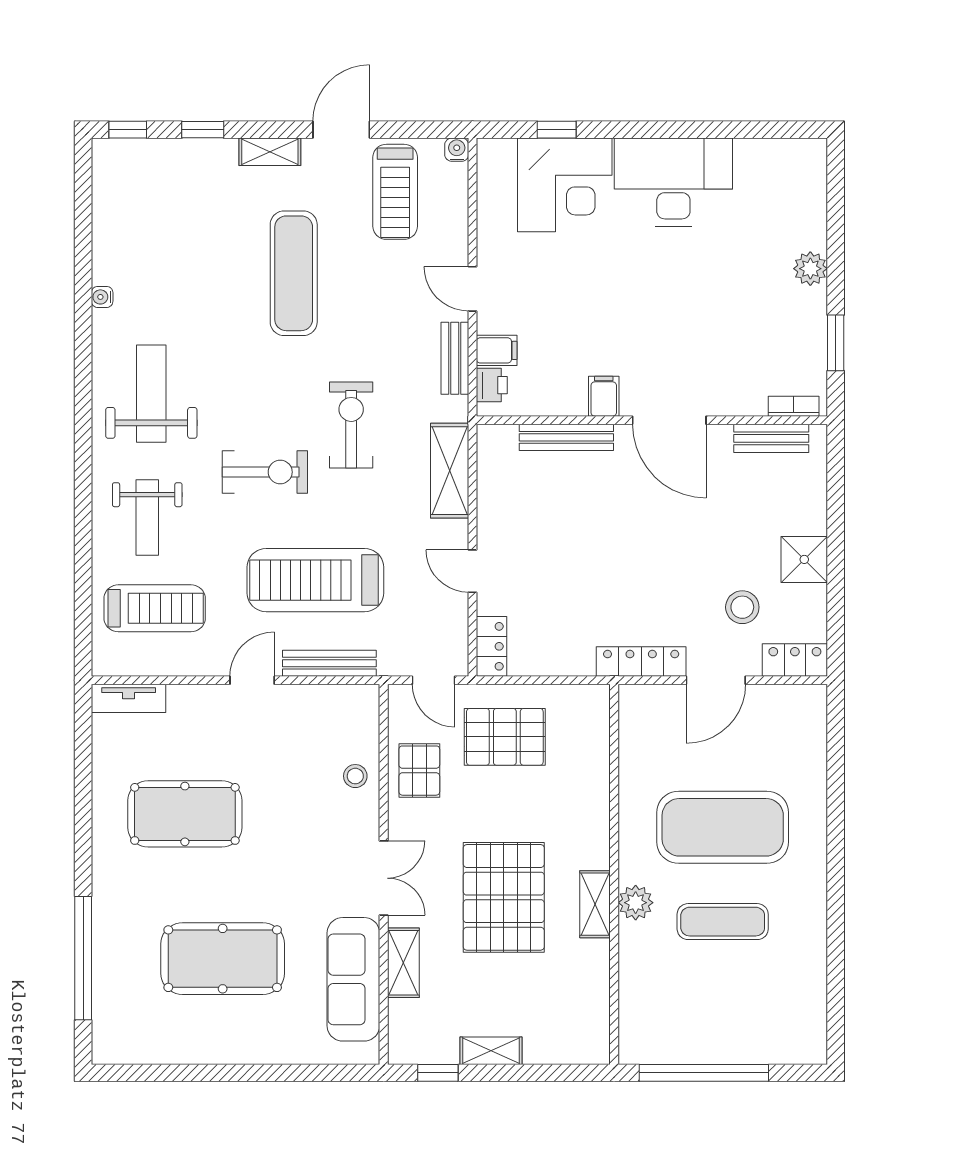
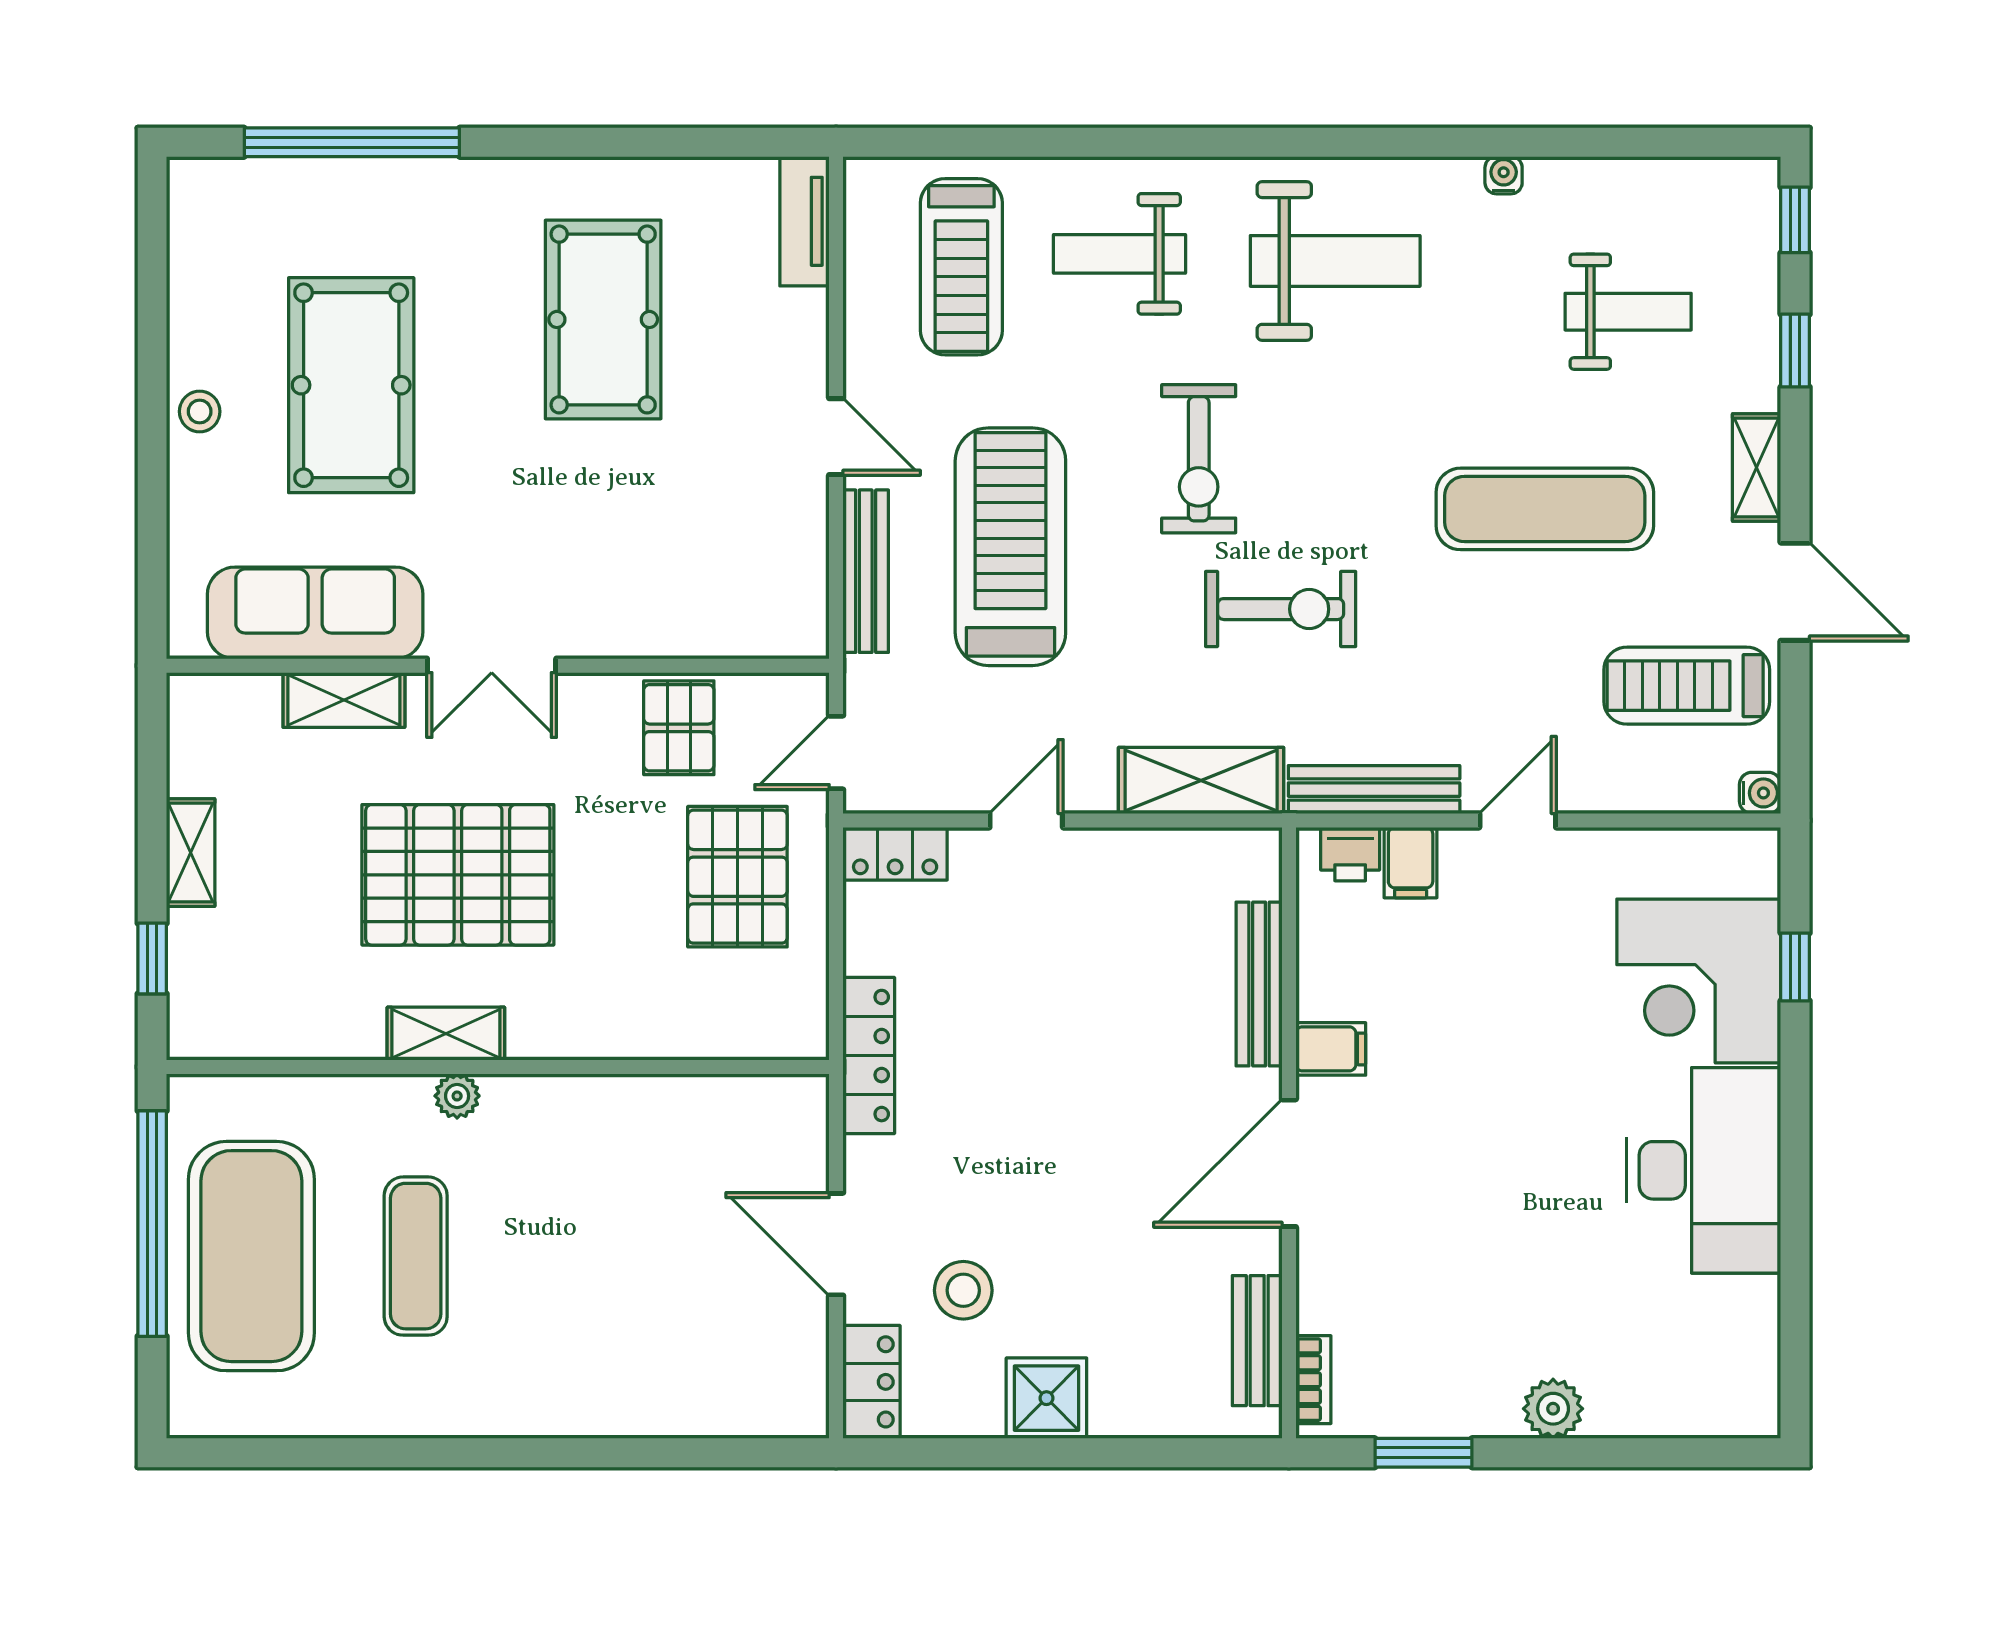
weight bench: (180, 225) -> (1628, 312), added
bench: (455, 358) -> (1374, 790), width x1.36
locker: (641, 661) -> (869, 1056), moved
pallet: (419, 771) -> (679, 728), turned 90
stool: (355, 776) -> (200, 411), moved
exercise mat: (723, 827) -> (251, 1256), moved
plant: (636, 903) -> (457, 1096), width x0.73, depth x0.73
window: (438, 1073) -> (152, 959), moved

